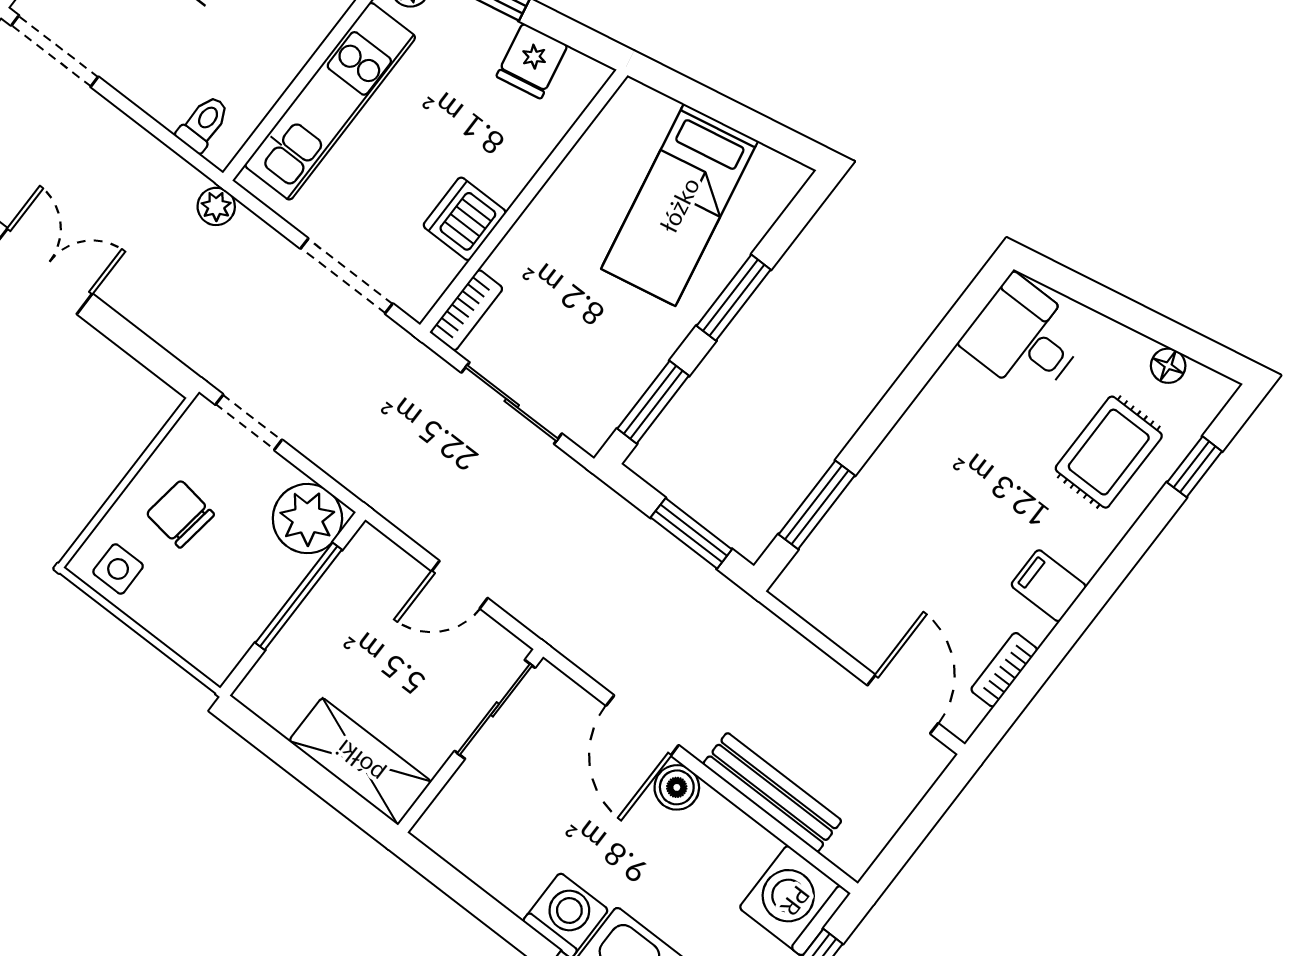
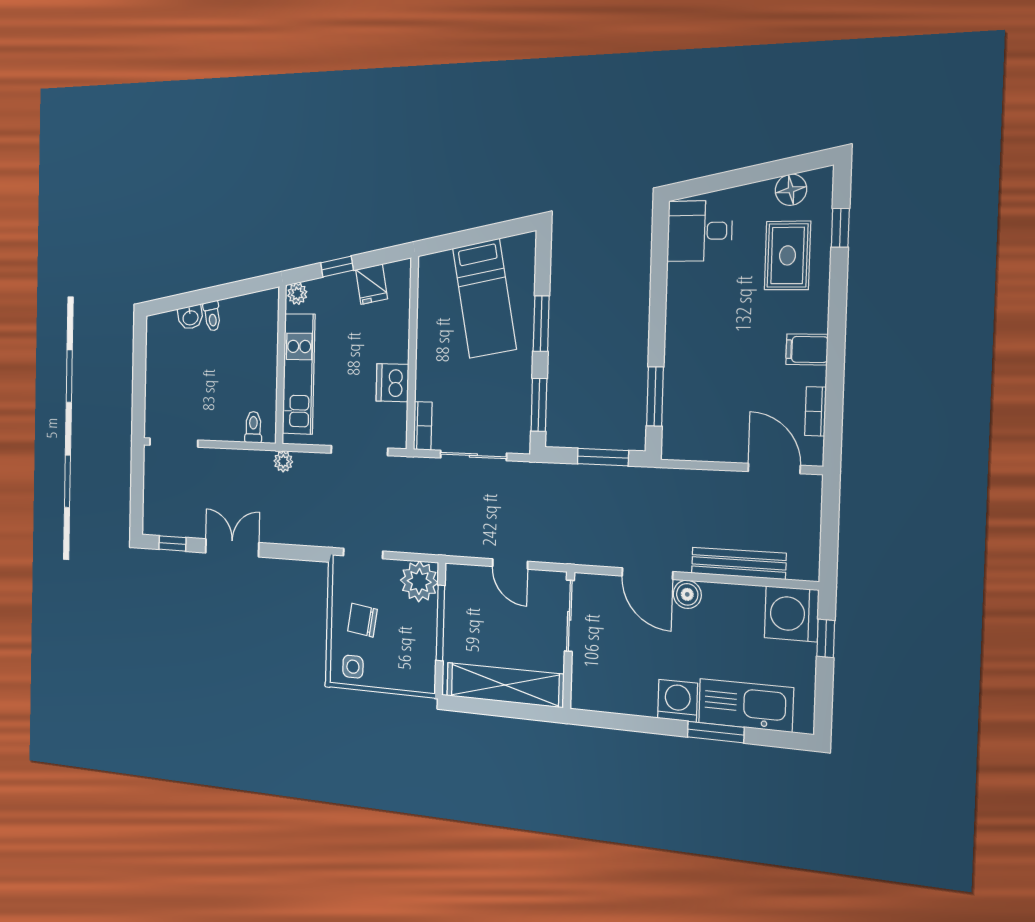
floor lamp: (1168, 366) -> (791, 190), width x1.37, depth x1.37
door: (460, 585) -> (510, 564), hinge flipped
shelving: (360, 761) -> (505, 685), width x1.47

